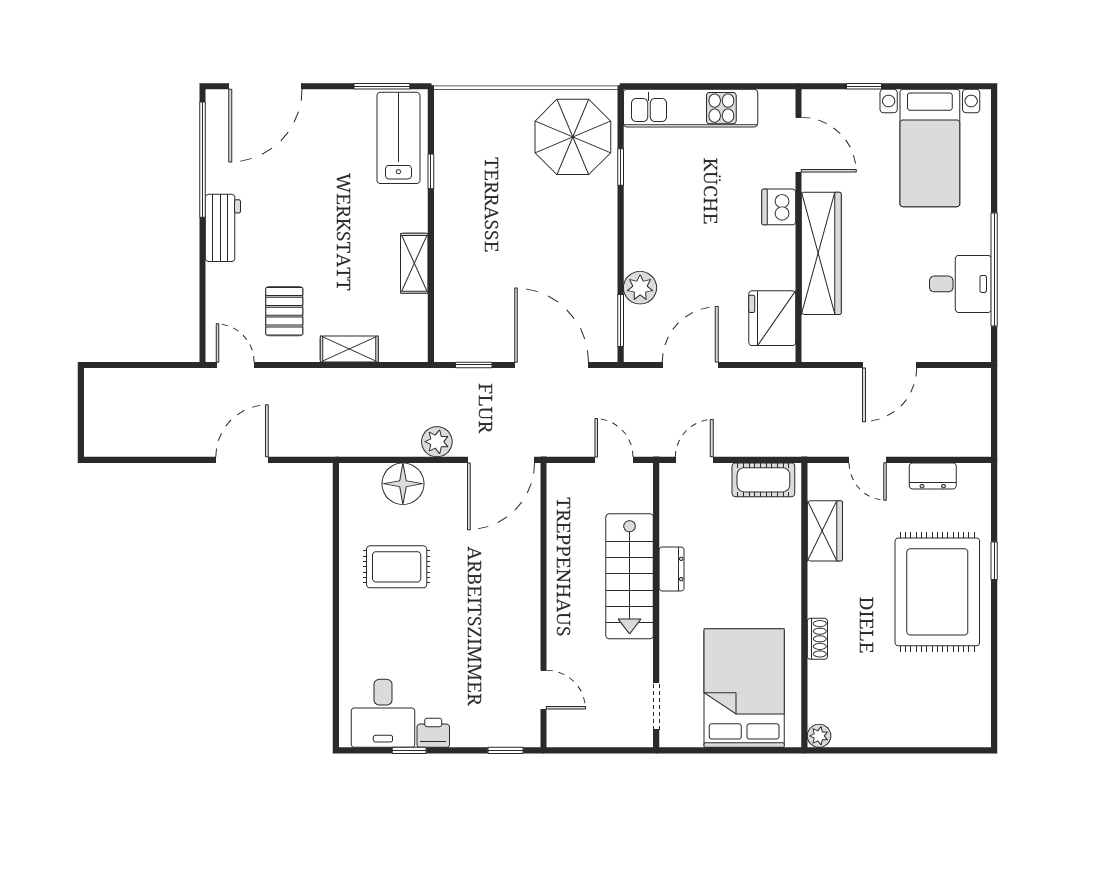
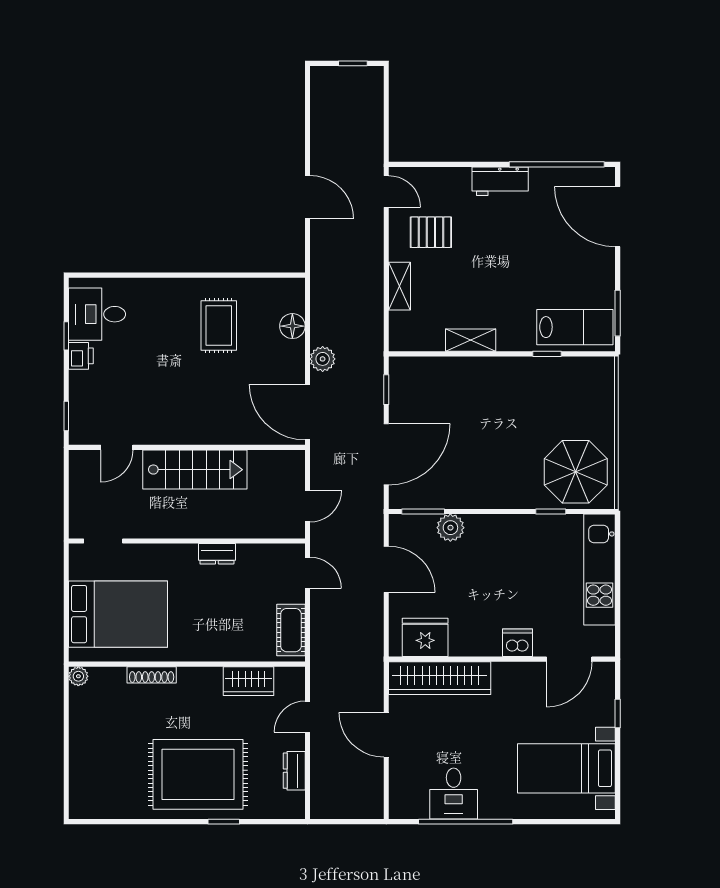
wardrobe: (821, 253) -> (440, 678), moved
door: (235, 365) -> (386, 191), hinge flipped
window: (81, 405) -> (353, 63), added
floor lamp: (403, 484) -> (292, 326), width x0.73, depth x0.73
stairs: (630, 576) -> (195, 470), moved, turned 180
shoe rack: (817, 639) -> (152, 675), width x1.43

